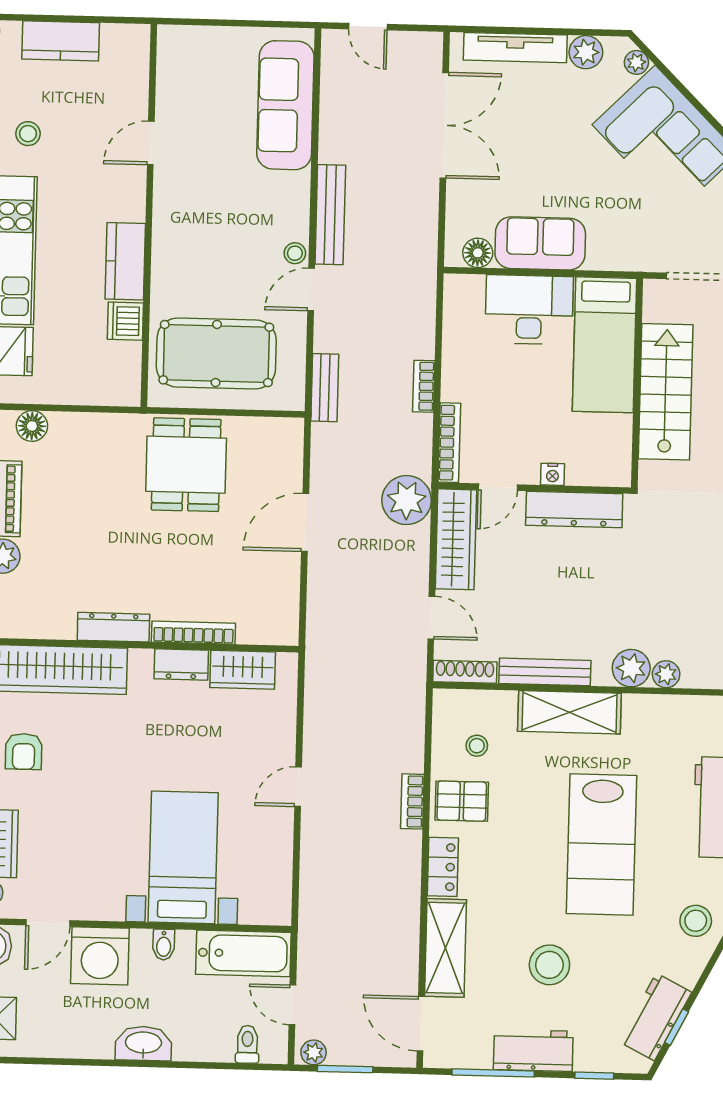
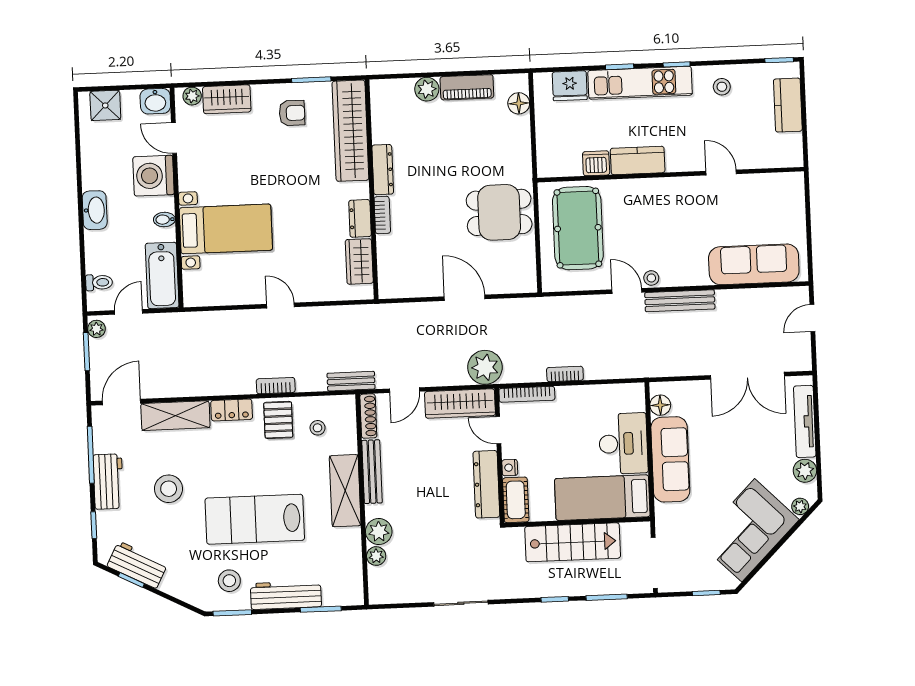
sofa: (540, 243) -> (670, 459), width x1.36
bench: (325, 388) -> (351, 381), moved
cot: (599, 469) -> (516, 500), added
bookcase: (193, 633) -> (382, 215), width x0.64
armchair: (24, 751) -> (292, 113), turned 180
stool: (696, 921) -> (229, 581), moved

